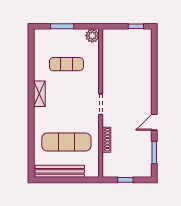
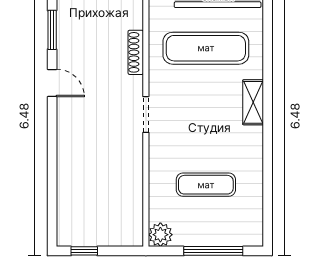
window: (62, 26) -> (213, 251), width x1.44
shelving: (39, 94) -> (253, 102), moved
door: (154, 122) -> (52, 83), hinge flipped

